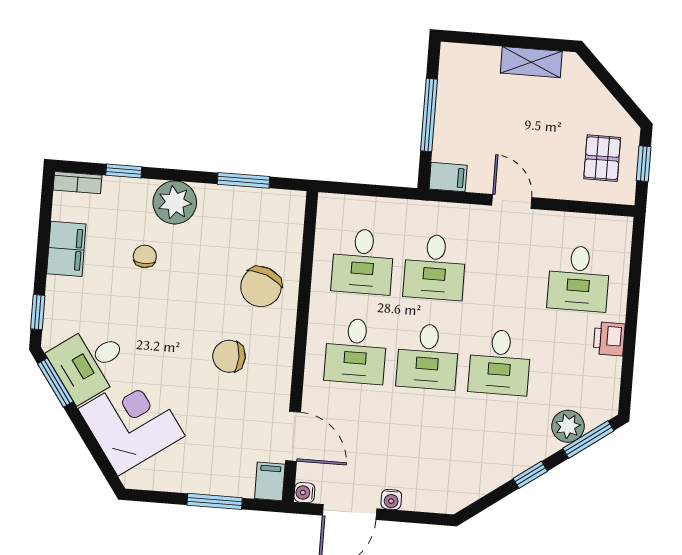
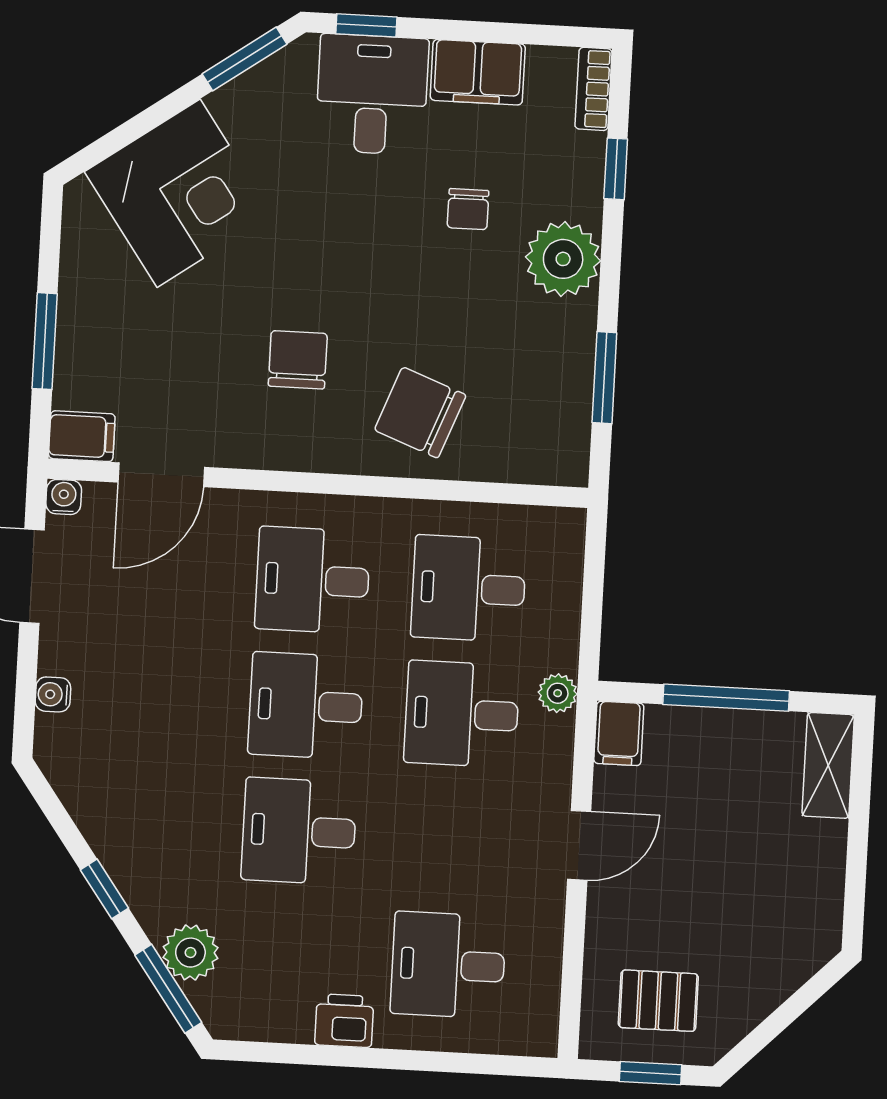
shelving: (531, 62) -> (828, 765), moved
plant: (424, 212) -> (558, 693), added
chair: (145, 256) -> (468, 209), turned 90
desk: (89, 363) -> (372, 94), moved, turned 35
water cooler: (391, 500) -> (53, 694), moved

